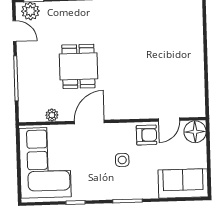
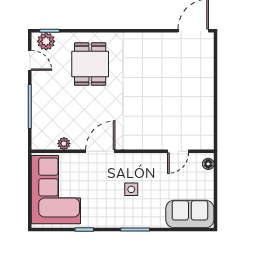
dining table: (78, 66) -> (90, 64), moved
floor lamp: (195, 132) -> (208, 164), width x0.53, depth x0.53
armchair: (146, 135) -> (156, 166), removed

